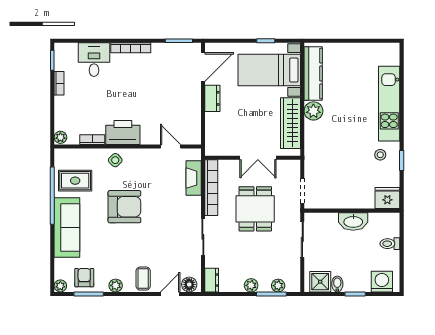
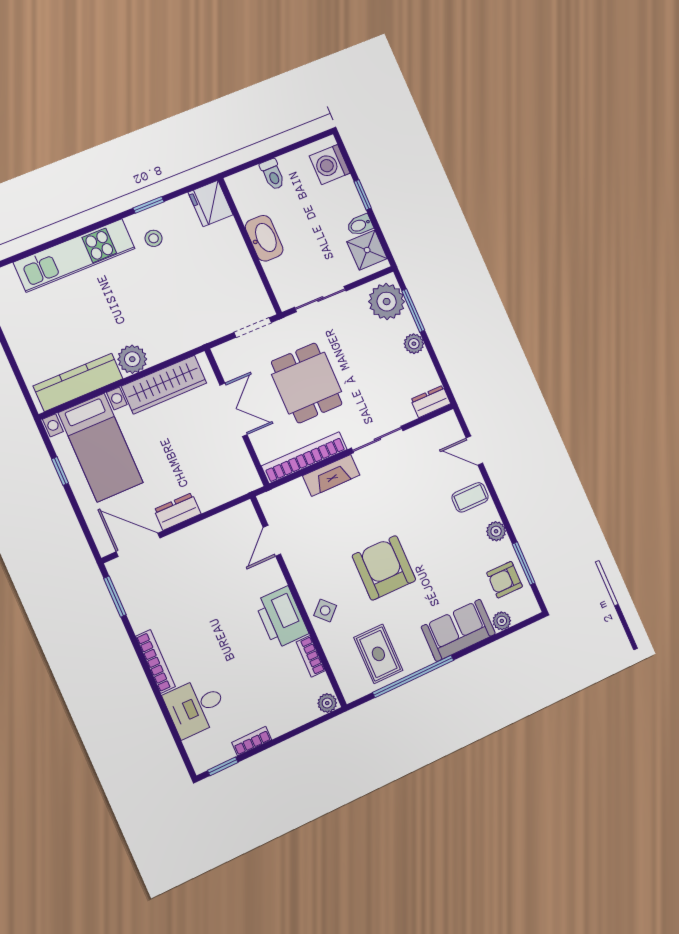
fireplace: (194, 178) -> (331, 475), moved
dining table: (255, 209) -> (307, 383), turned 90
sofa: (67, 227) -> (458, 630), width x0.73
floor lamp: (189, 285) -> (450, 430), removed
plant: (60, 286) -> (502, 621), moved
plant: (278, 286) -> (387, 302), width x1.87, depth x1.87

